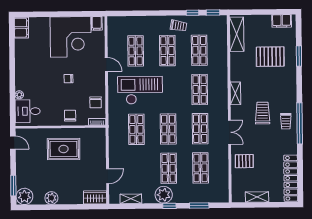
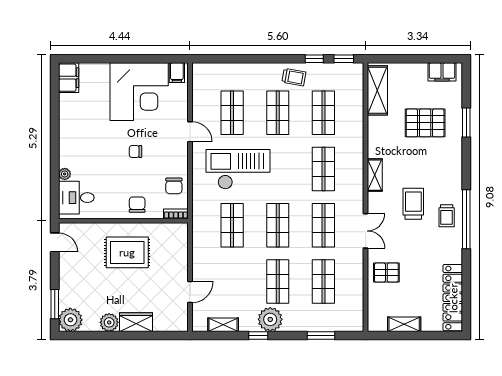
wardrobe: (95, 197) -> (136, 322), moved
window: (169, 206) -> (258, 336), moved

